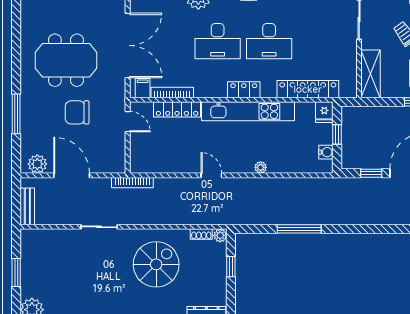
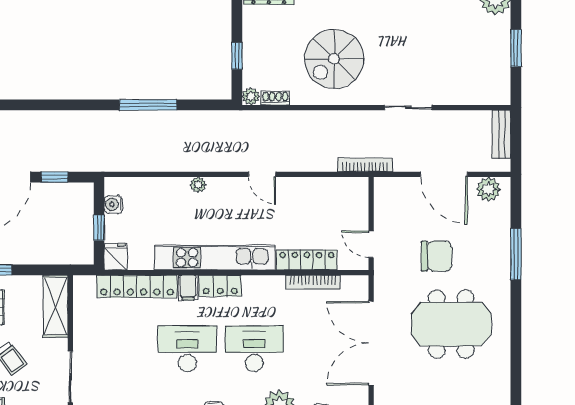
filing cabinet: (143, 88) -> (188, 288), moved

